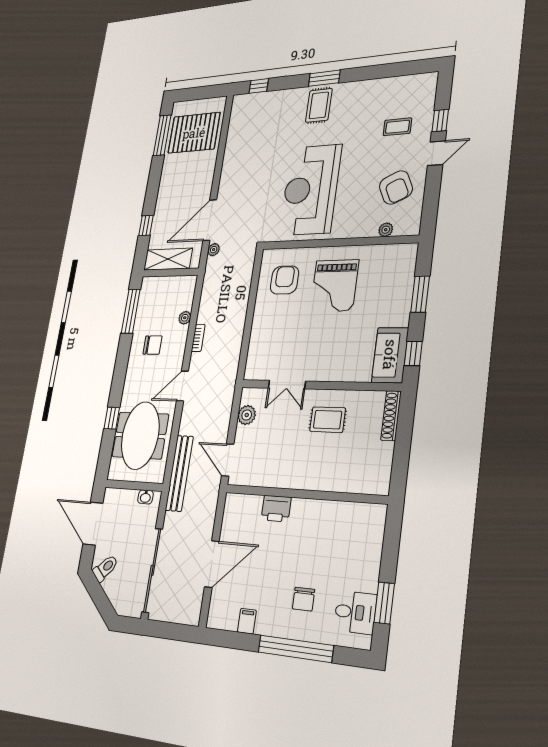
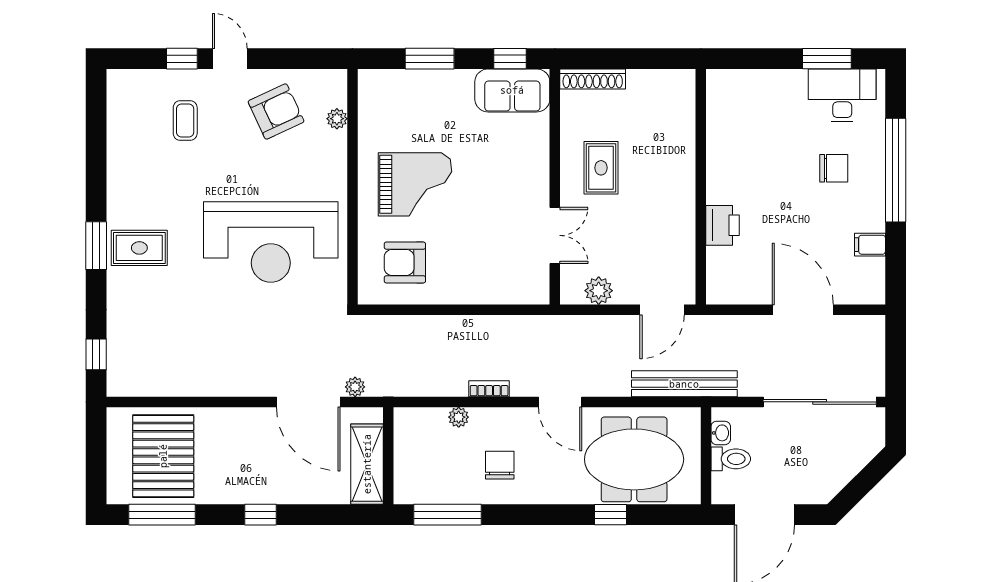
window: (146, 225) -> (260, 515), moved
toilet: (105, 568) -> (731, 459), moved, turned 135
desk: (355, 612) -> (842, 95), width x1.37

